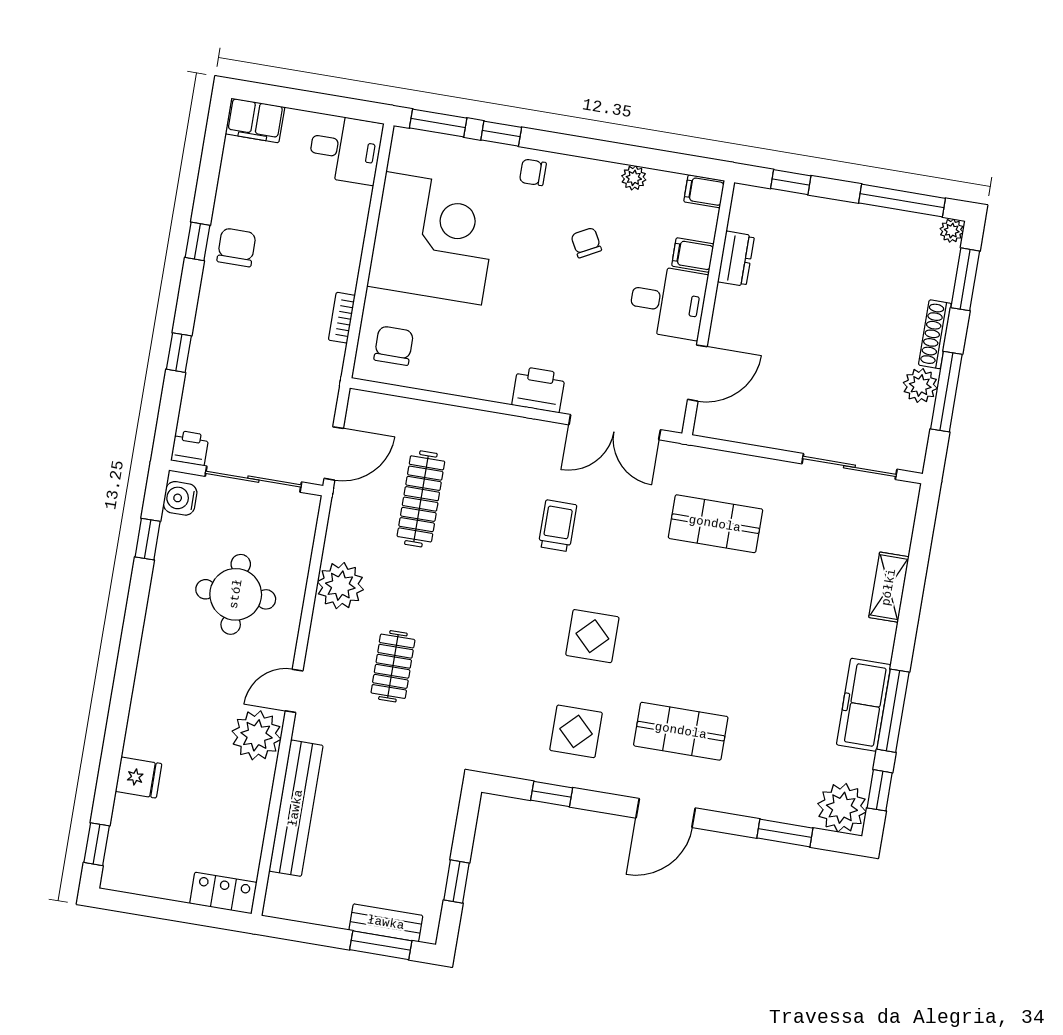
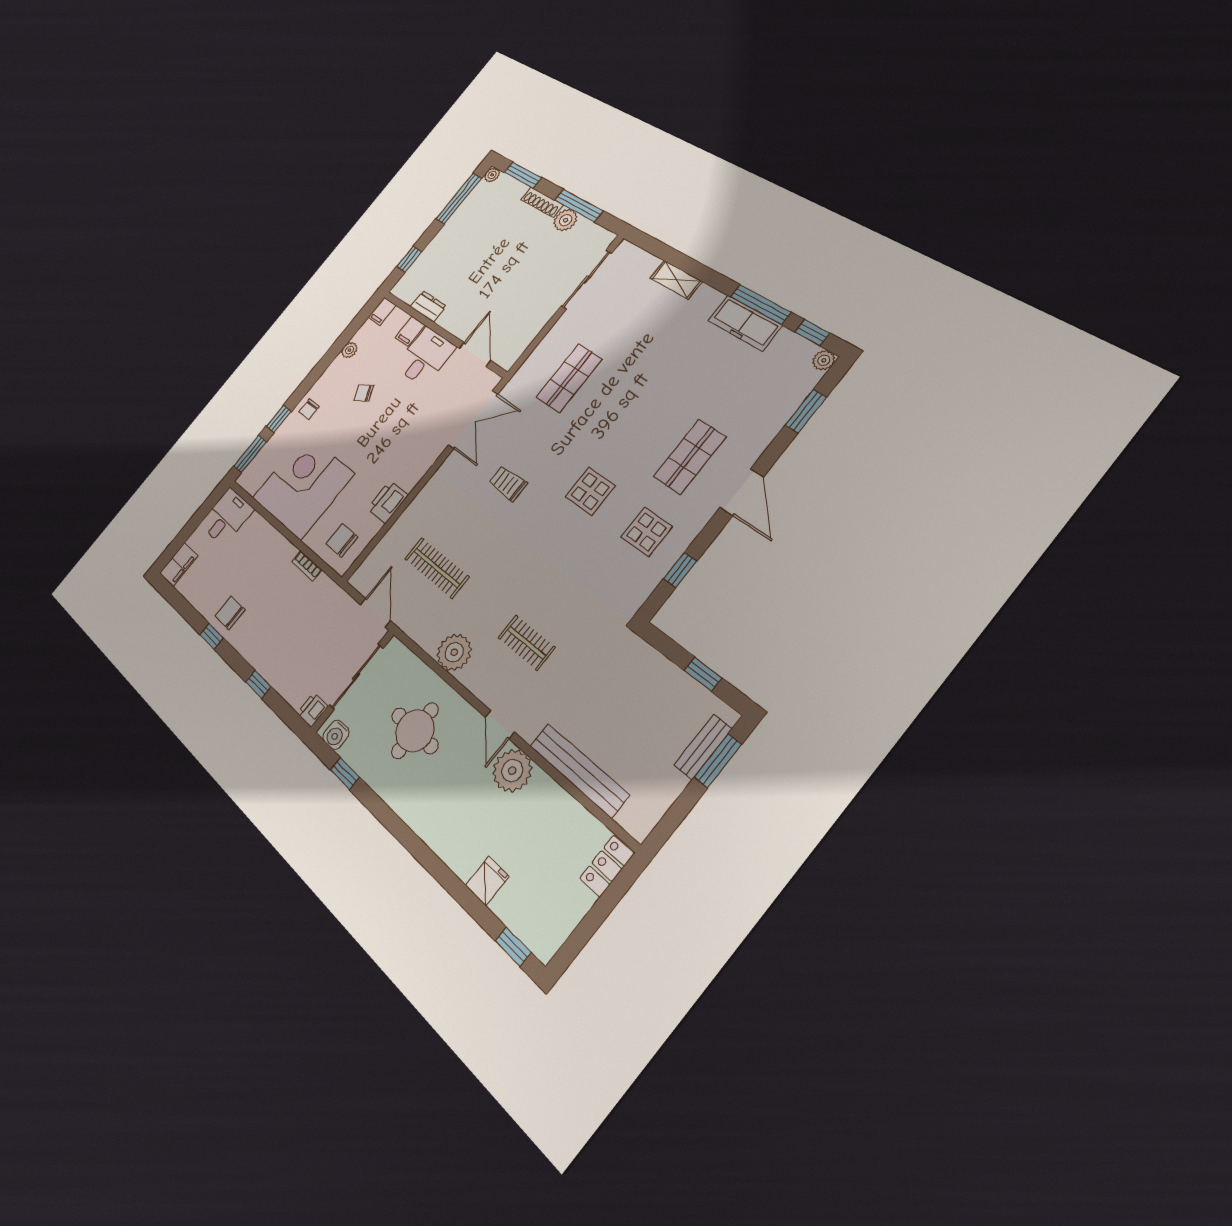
printer: (539, 389) -> (388, 502), moved
plant: (842, 808) -> (824, 360), width x0.53, depth x0.53

